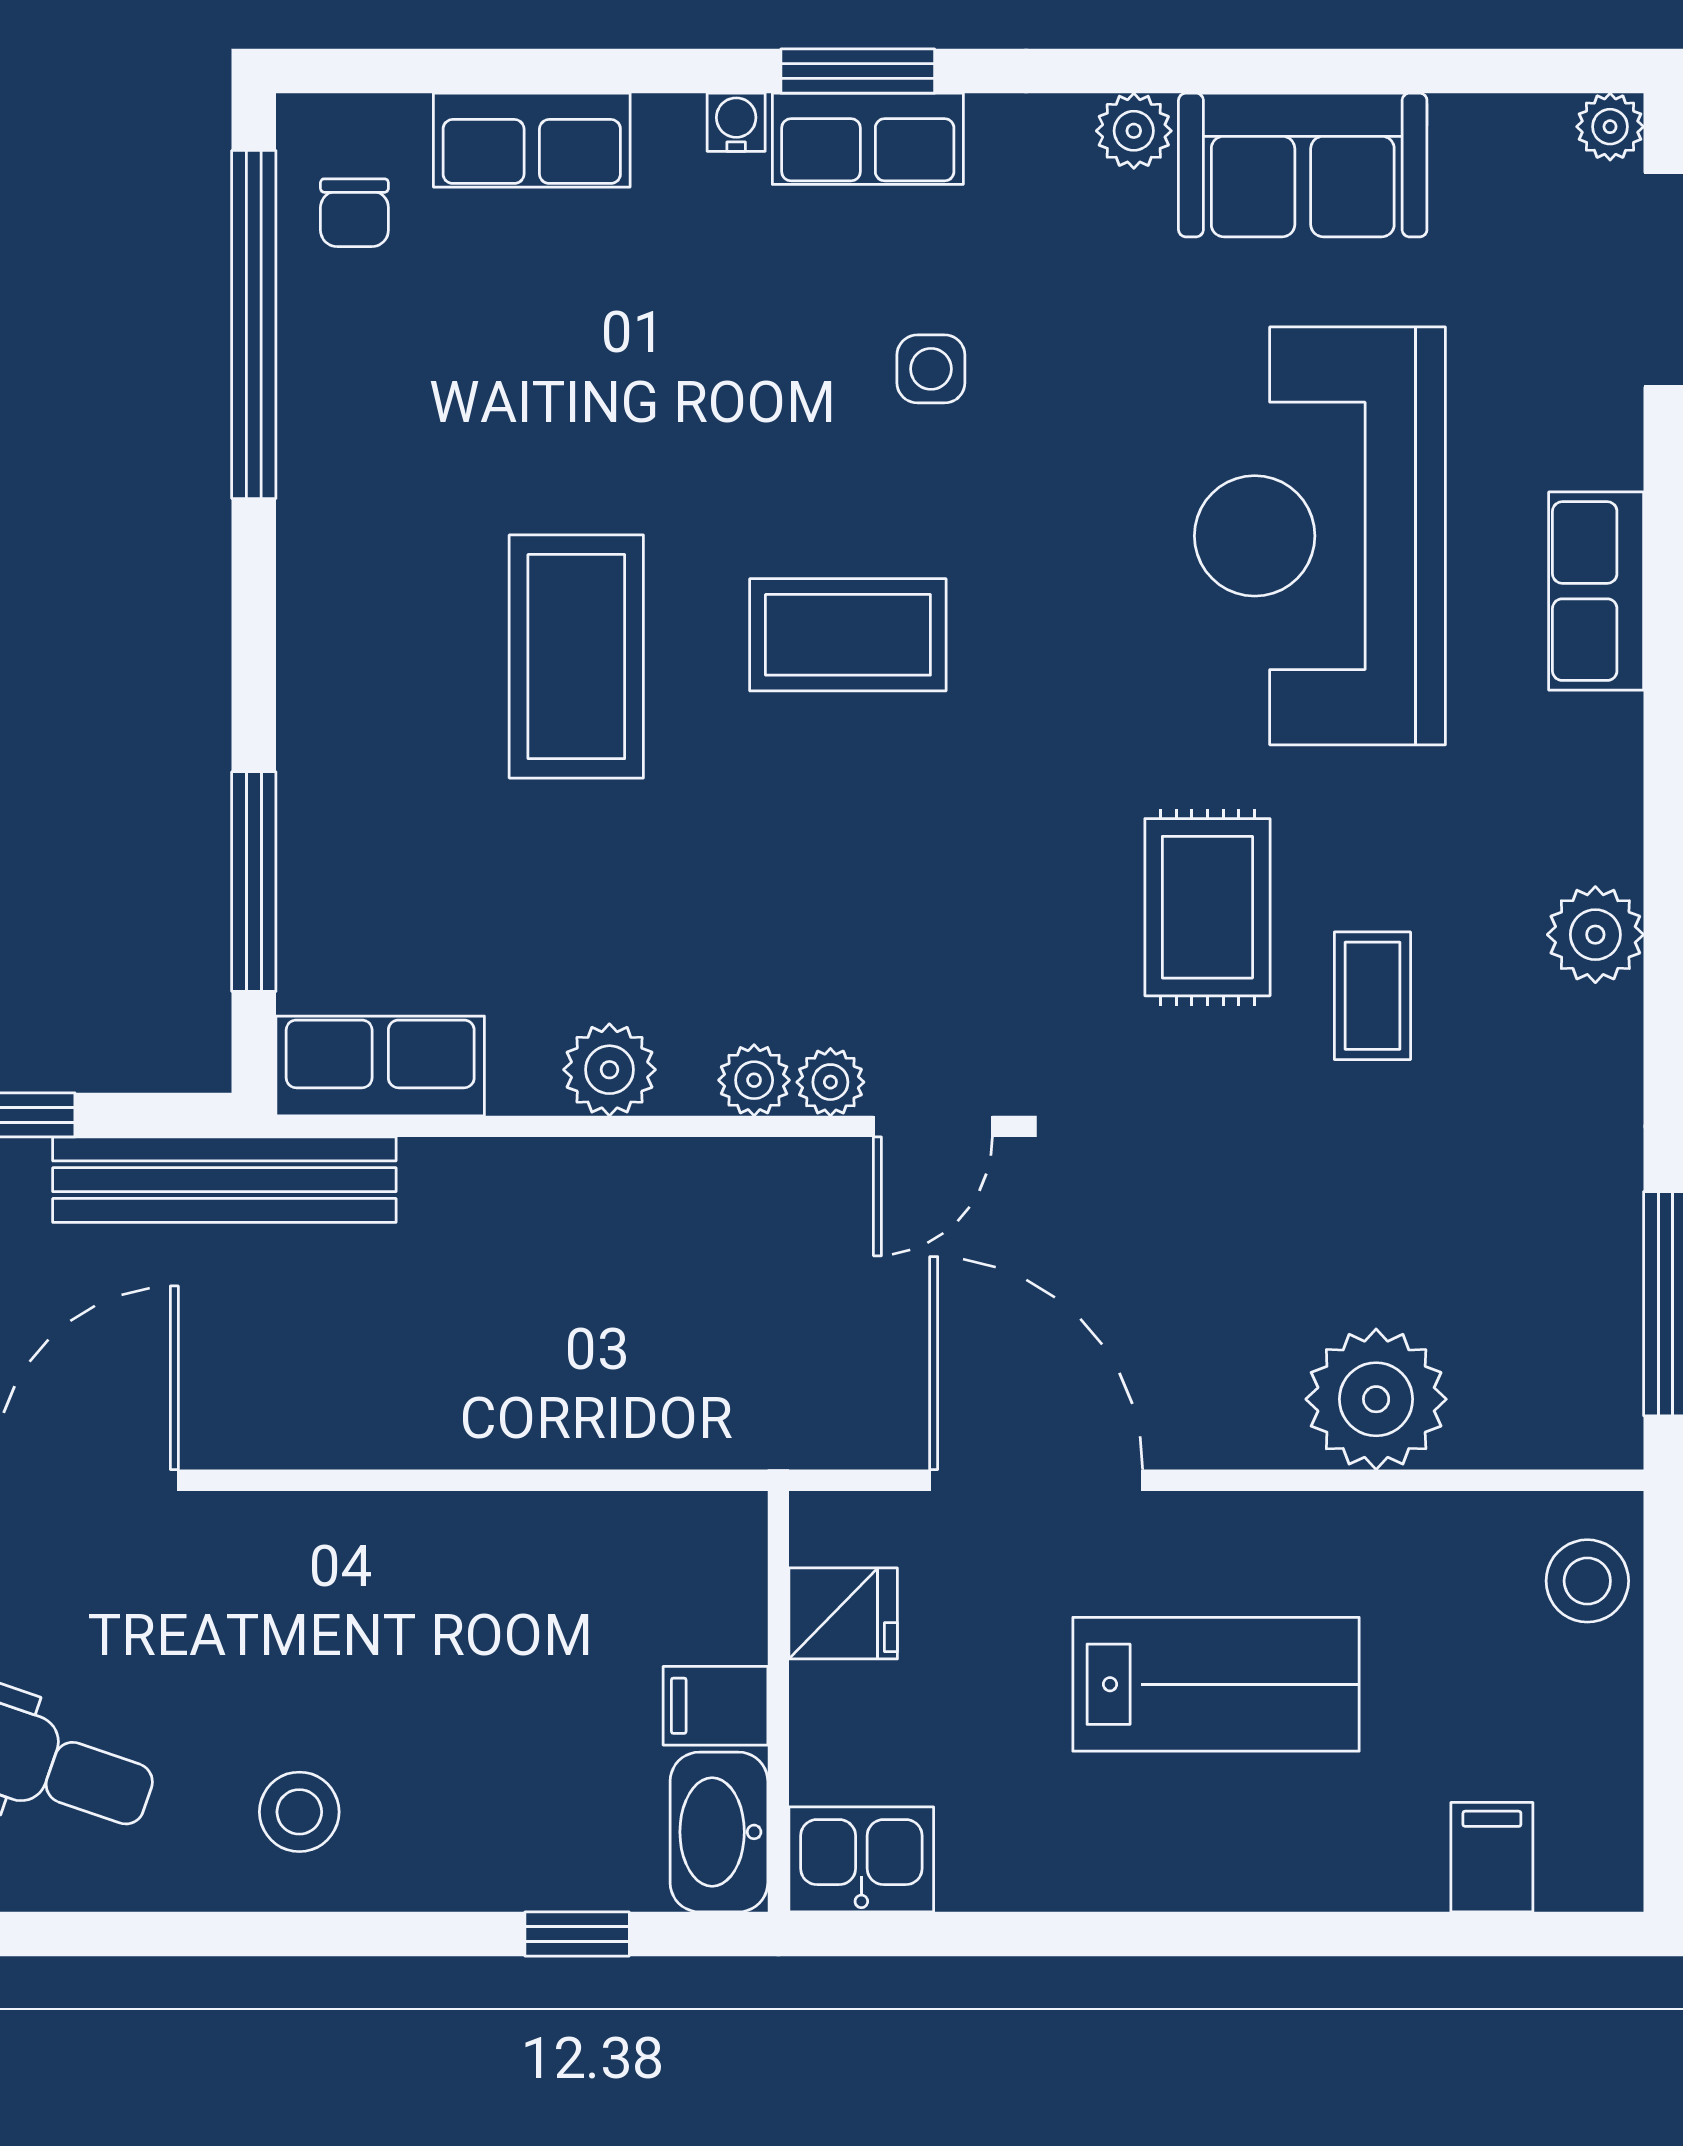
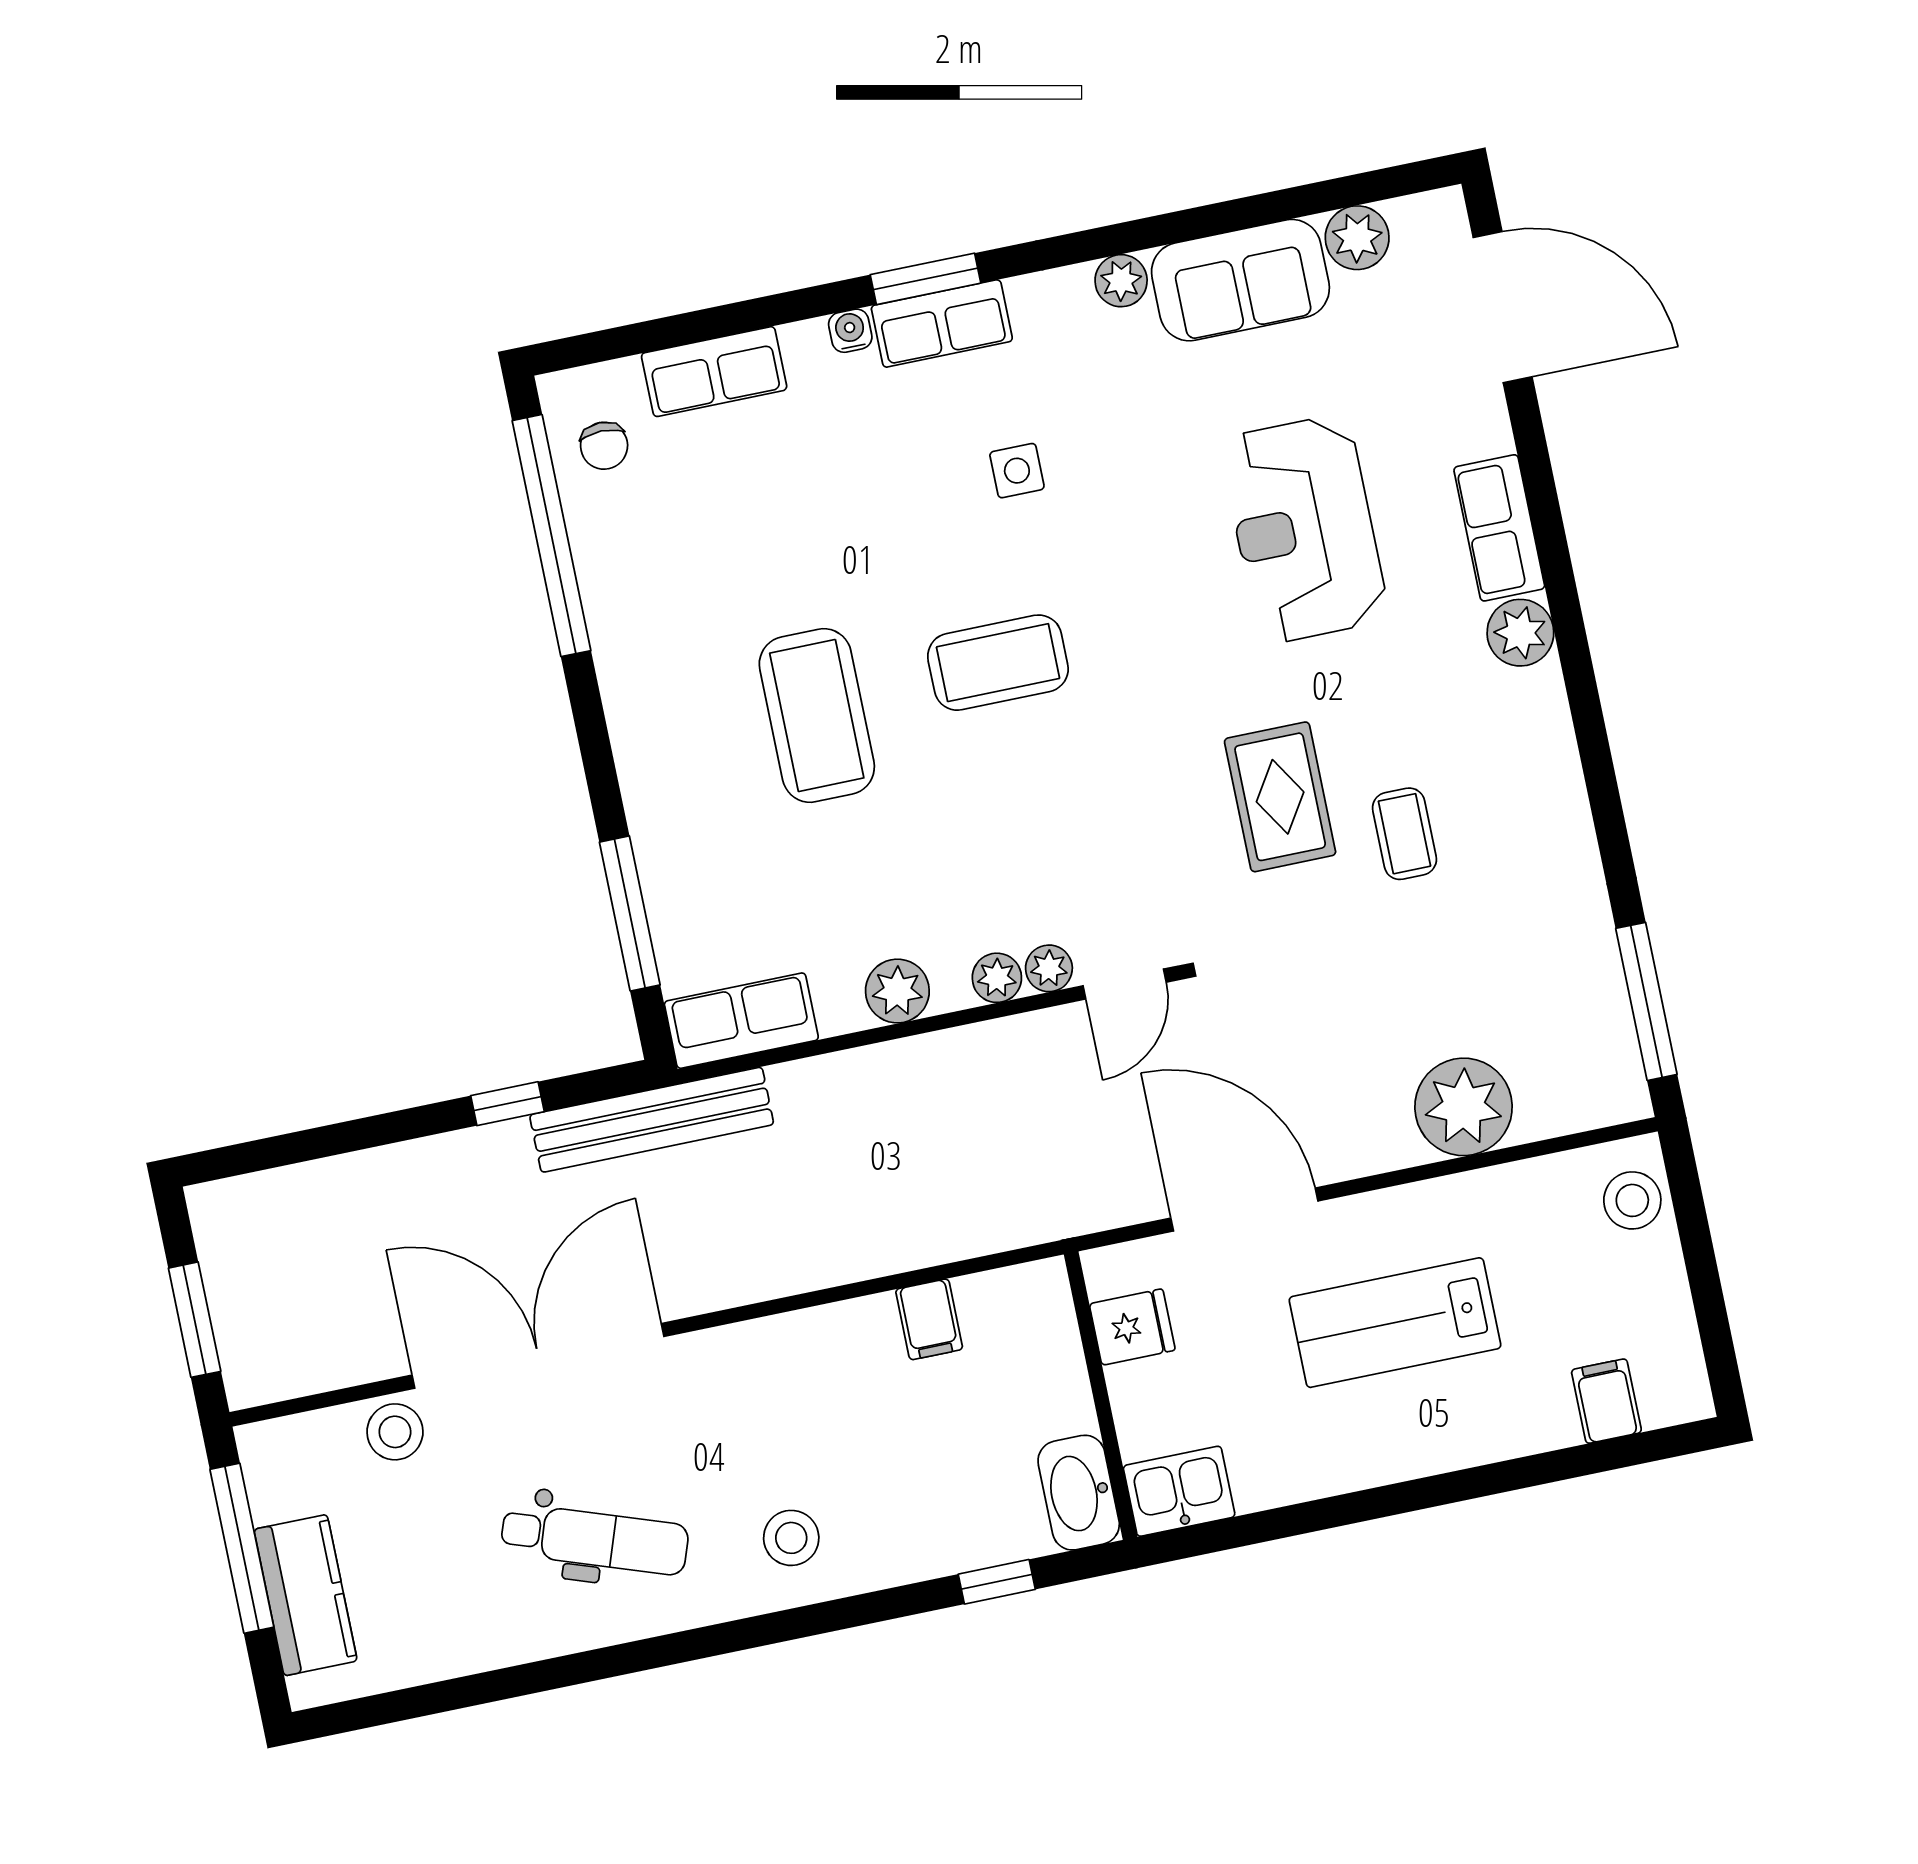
plant: (1610, 127) -> (1357, 238), moved, width x1.38, depth x1.38
reception desk: (1320, 536) -> (1304, 529), width x0.74, depth x0.77
plant: (1595, 935) -> (1520, 633), moved
lab bench: (1216, 1684) -> (1395, 1323), turned 180
filing cabinet: (715, 1706) -> (929, 1319), moved, turned -90

